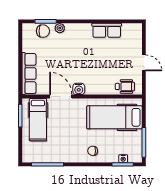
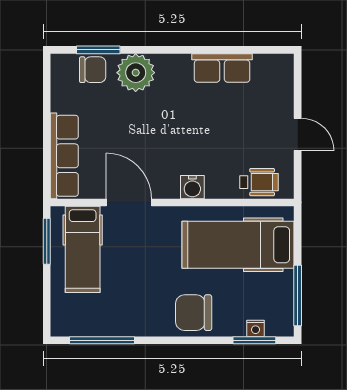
plant: (60, 28) -> (136, 73), width x1.87, depth x1.87
water cooler: (79, 89) -> (192, 187), moved
chair: (93, 151) -> (194, 313), width x1.87, depth x1.87

